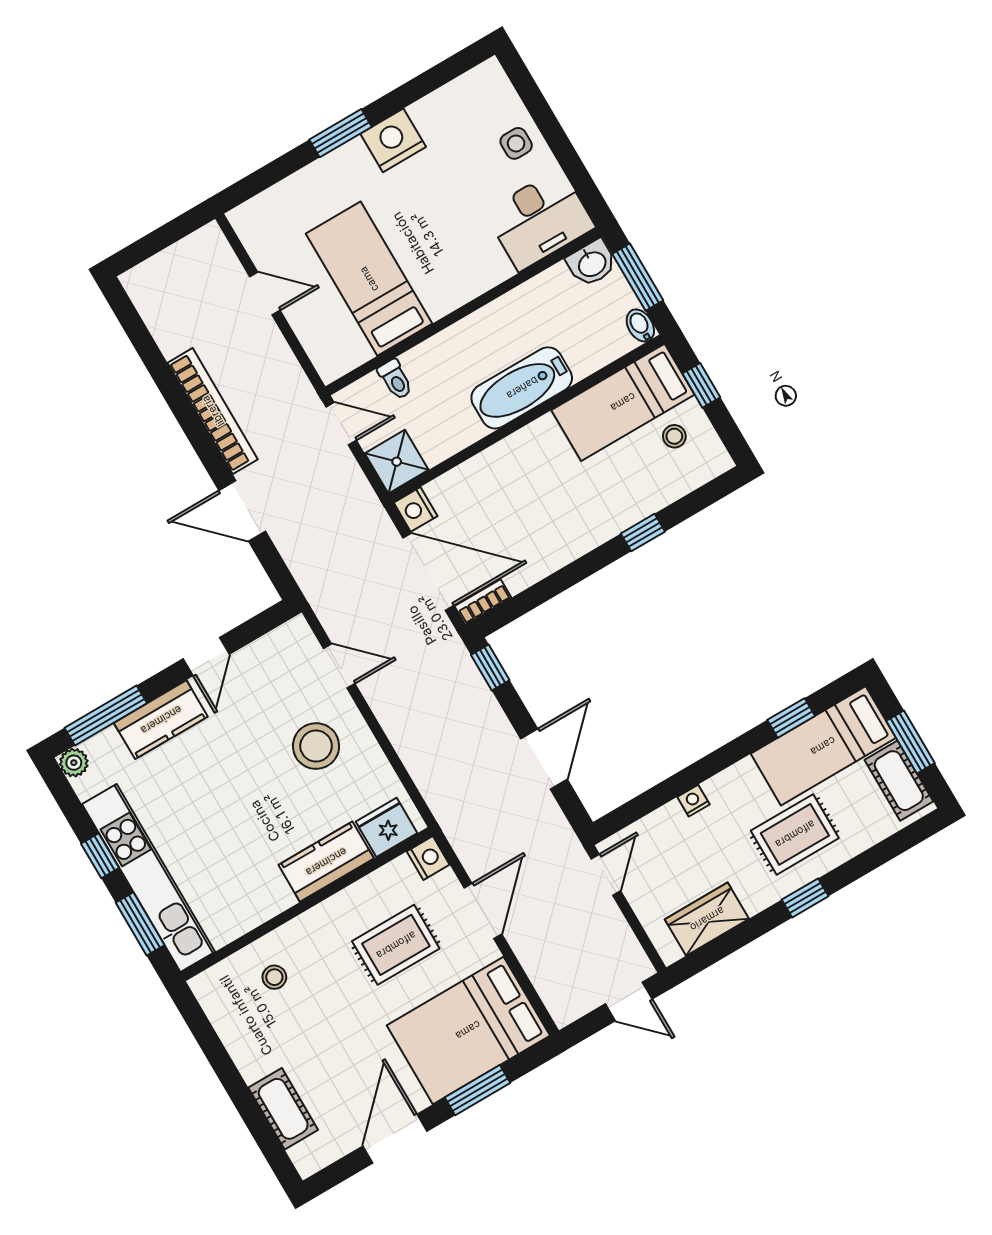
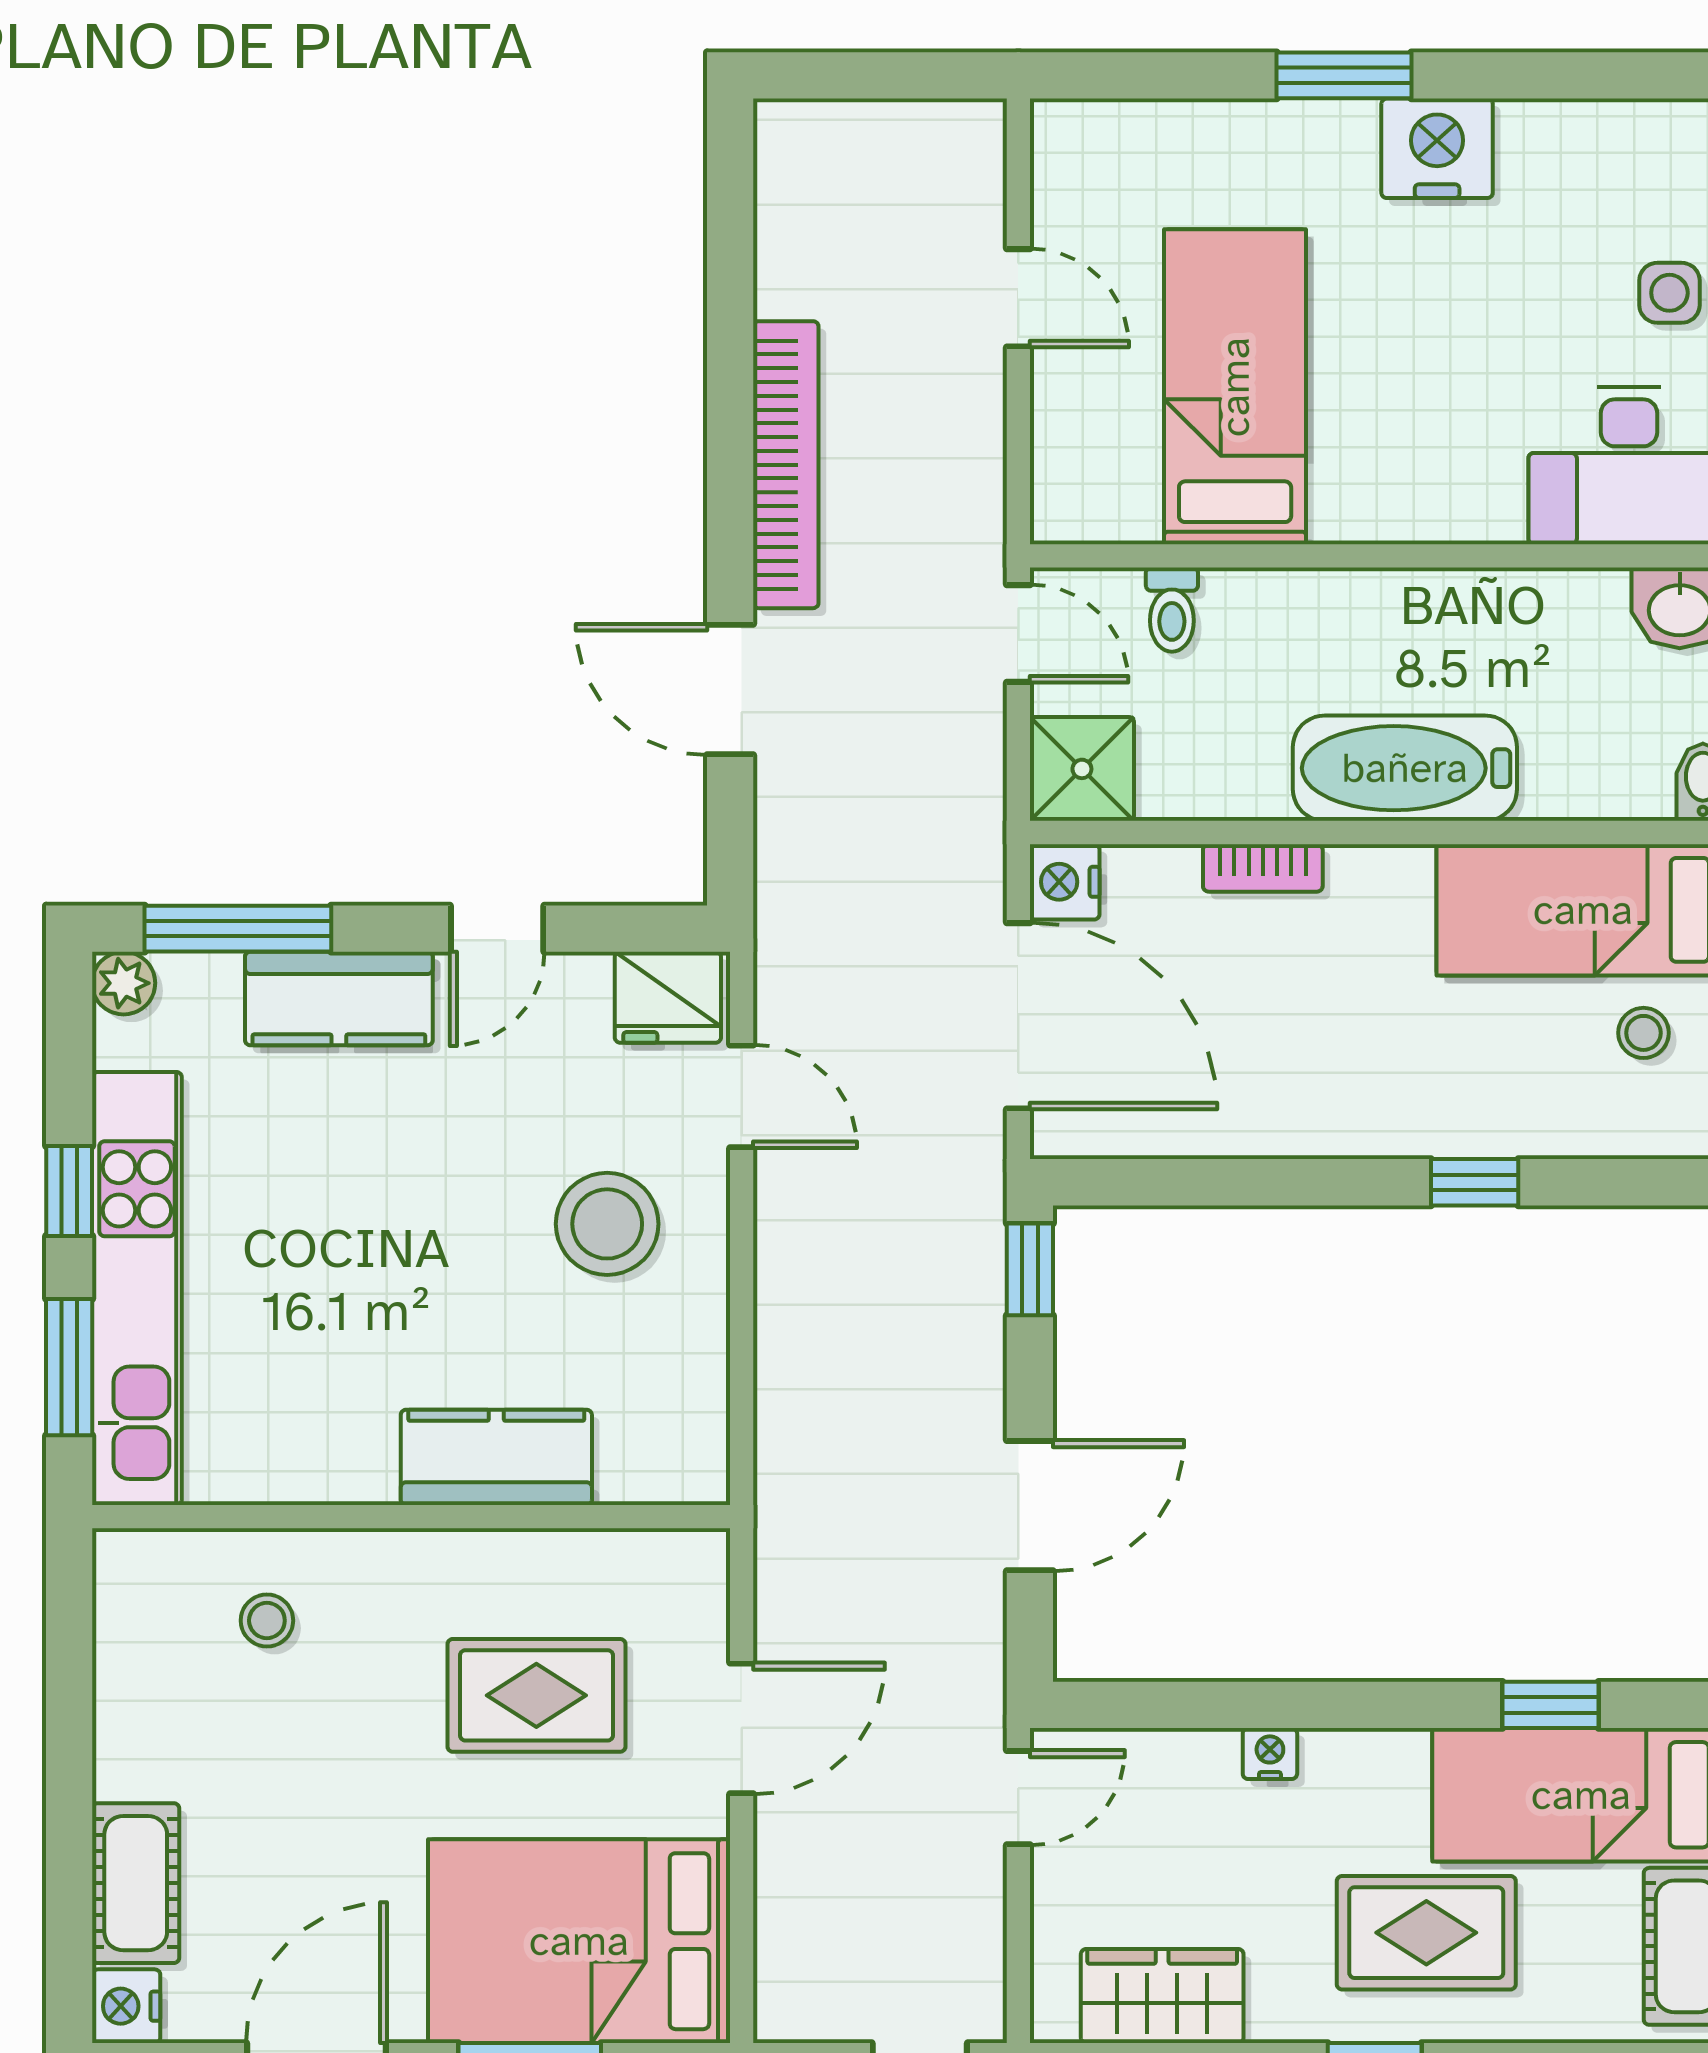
bookcase: (483, 602) -> (1263, 868), moved, turned 180
fridge: (387, 827) -> (668, 997), moved, turned 180
nightstand: (428, 858) -> (126, 2006), moved, turned 180

